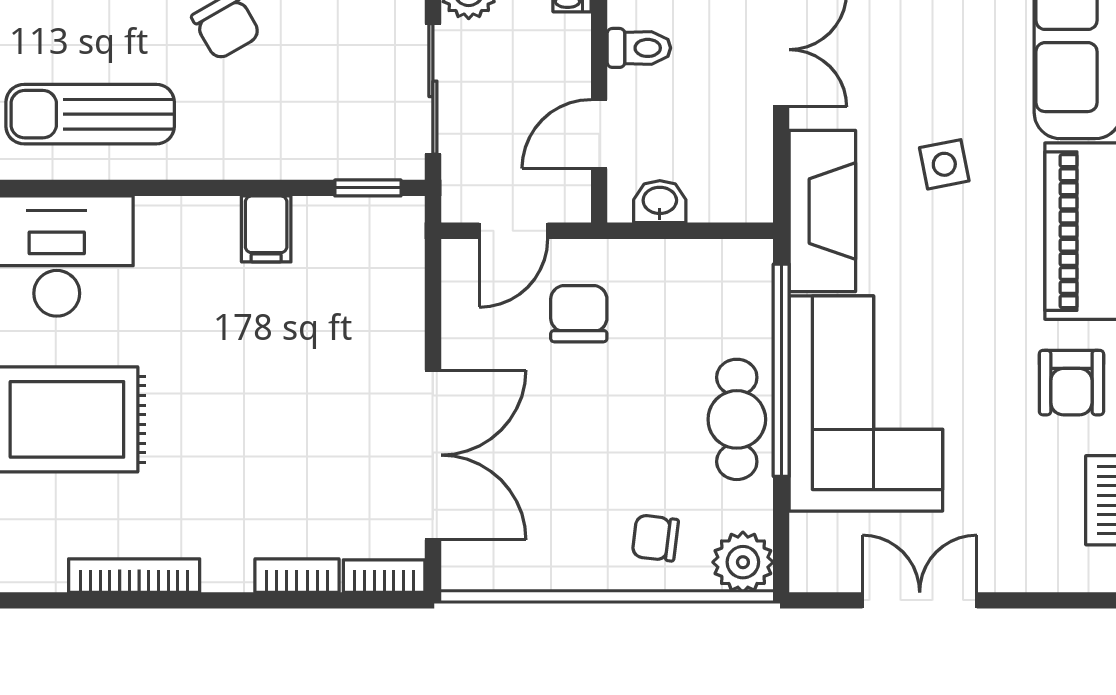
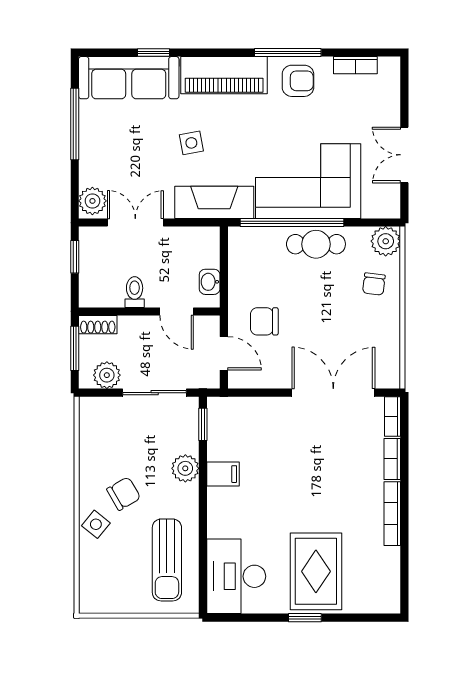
plant: (278, 152) -> (185, 468), added
bookcase: (134, 576) -> (392, 514), moved

